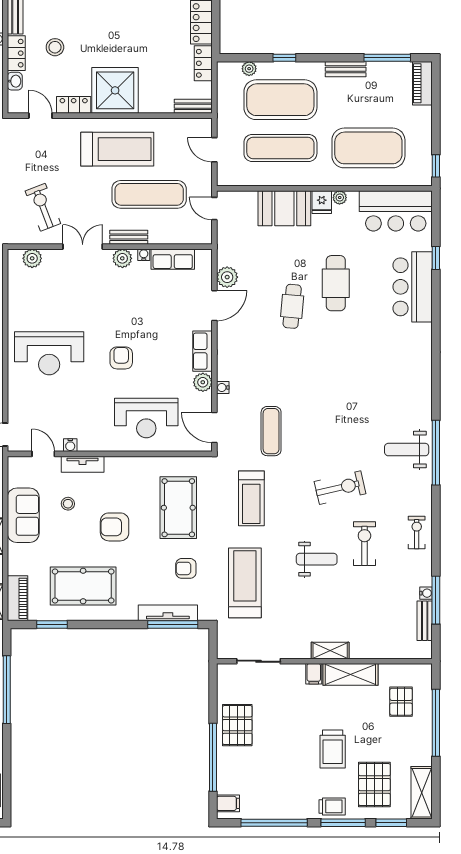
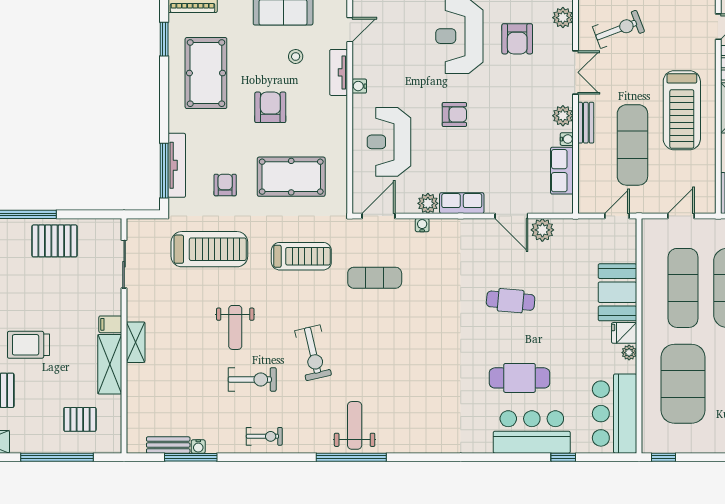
cafe table: (336, 283) -> (519, 378), moved
armchair: (52, 300) -> (517, 39), added
water cooler: (70, 445) -> (359, 86), moved
treadmill: (251, 498) -> (301, 256), turned 180

